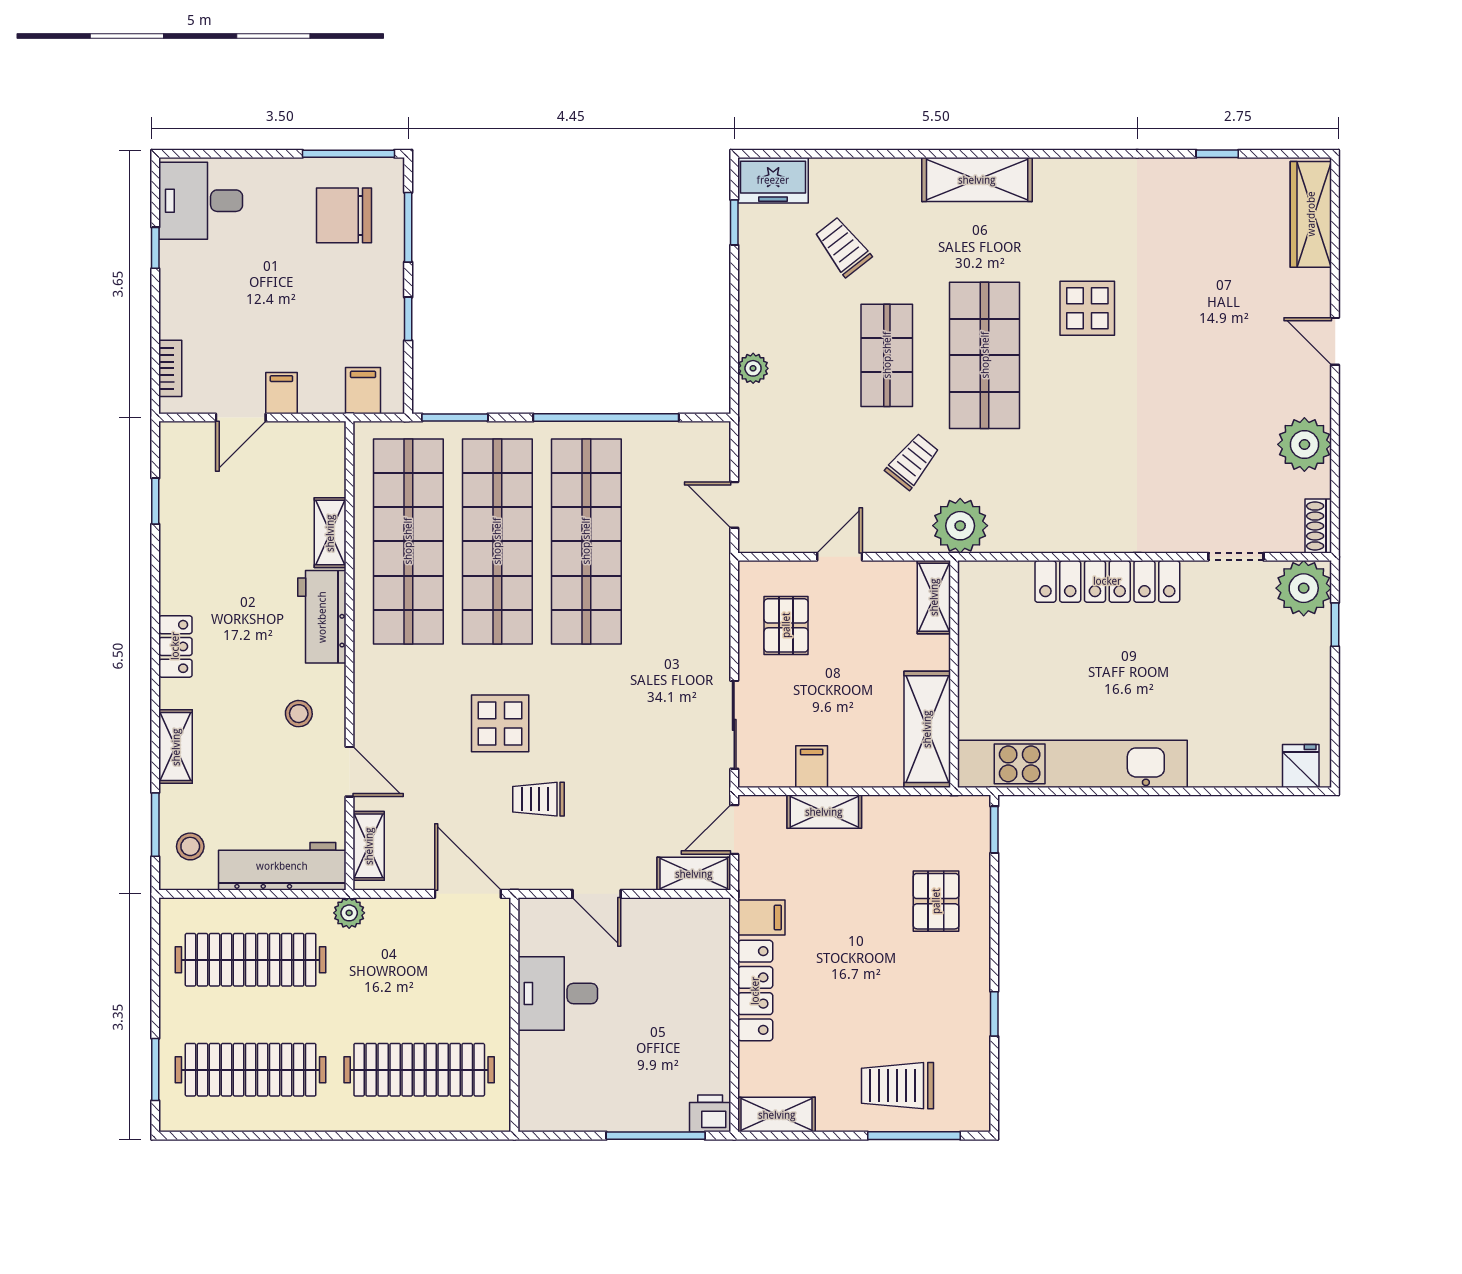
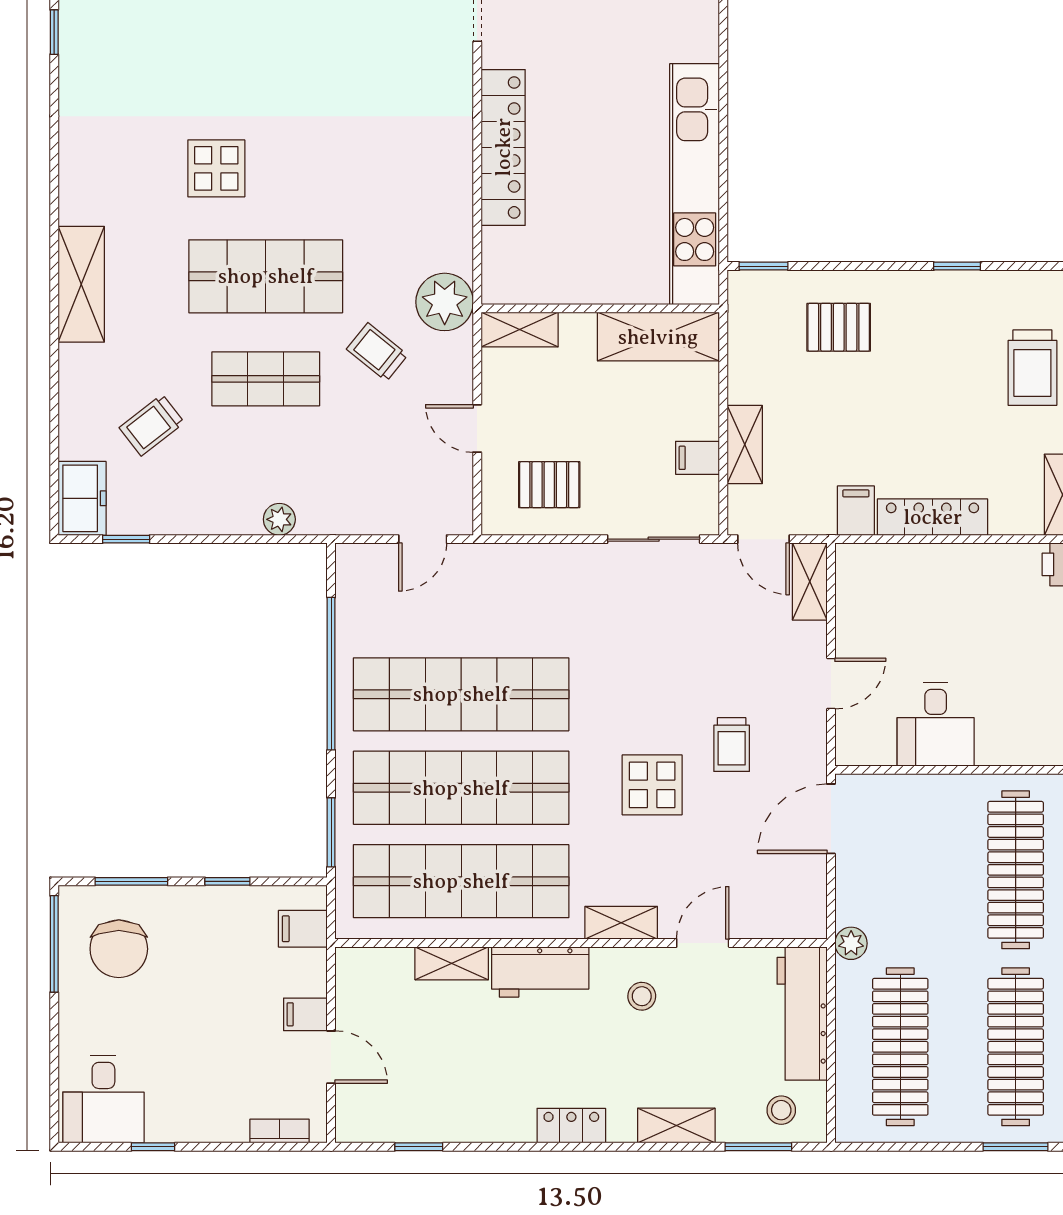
shelving: (369, 846) -> (621, 923), moved

